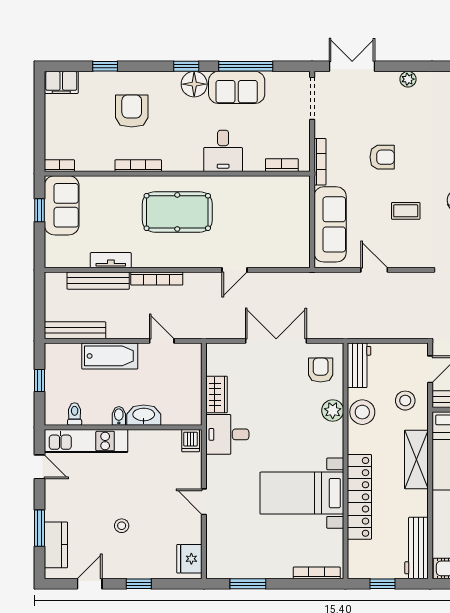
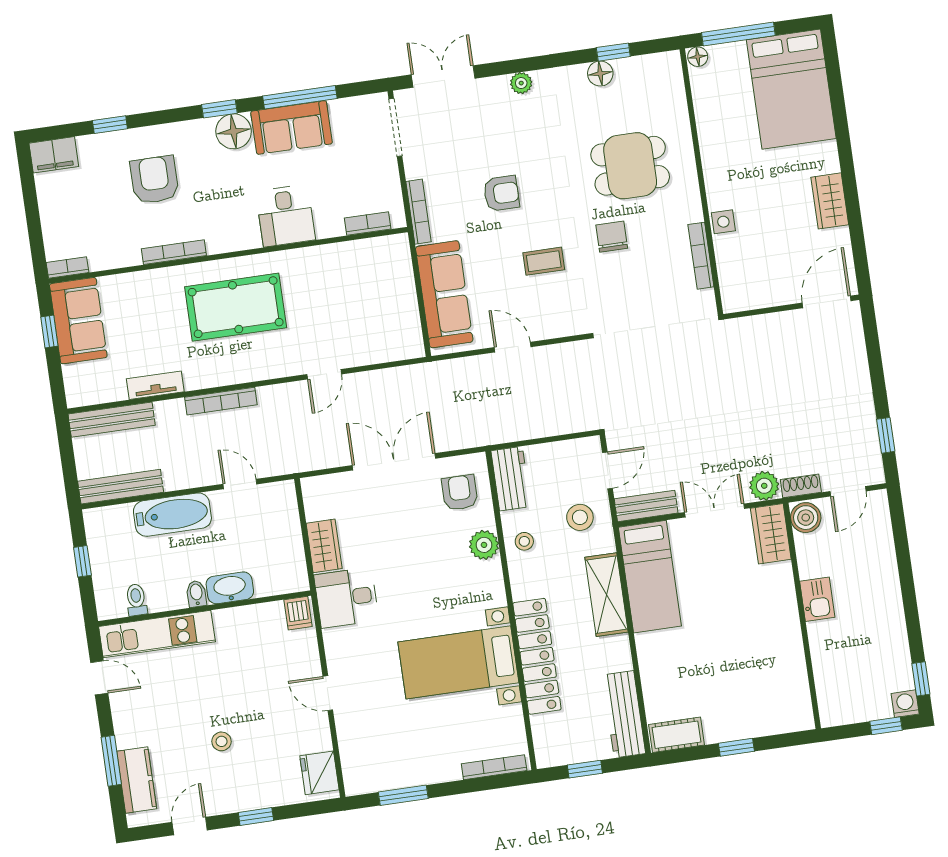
bench: (98, 281) -> (112, 420), moved
stool: (362, 412) -> (524, 541), width x0.53, depth x0.53

